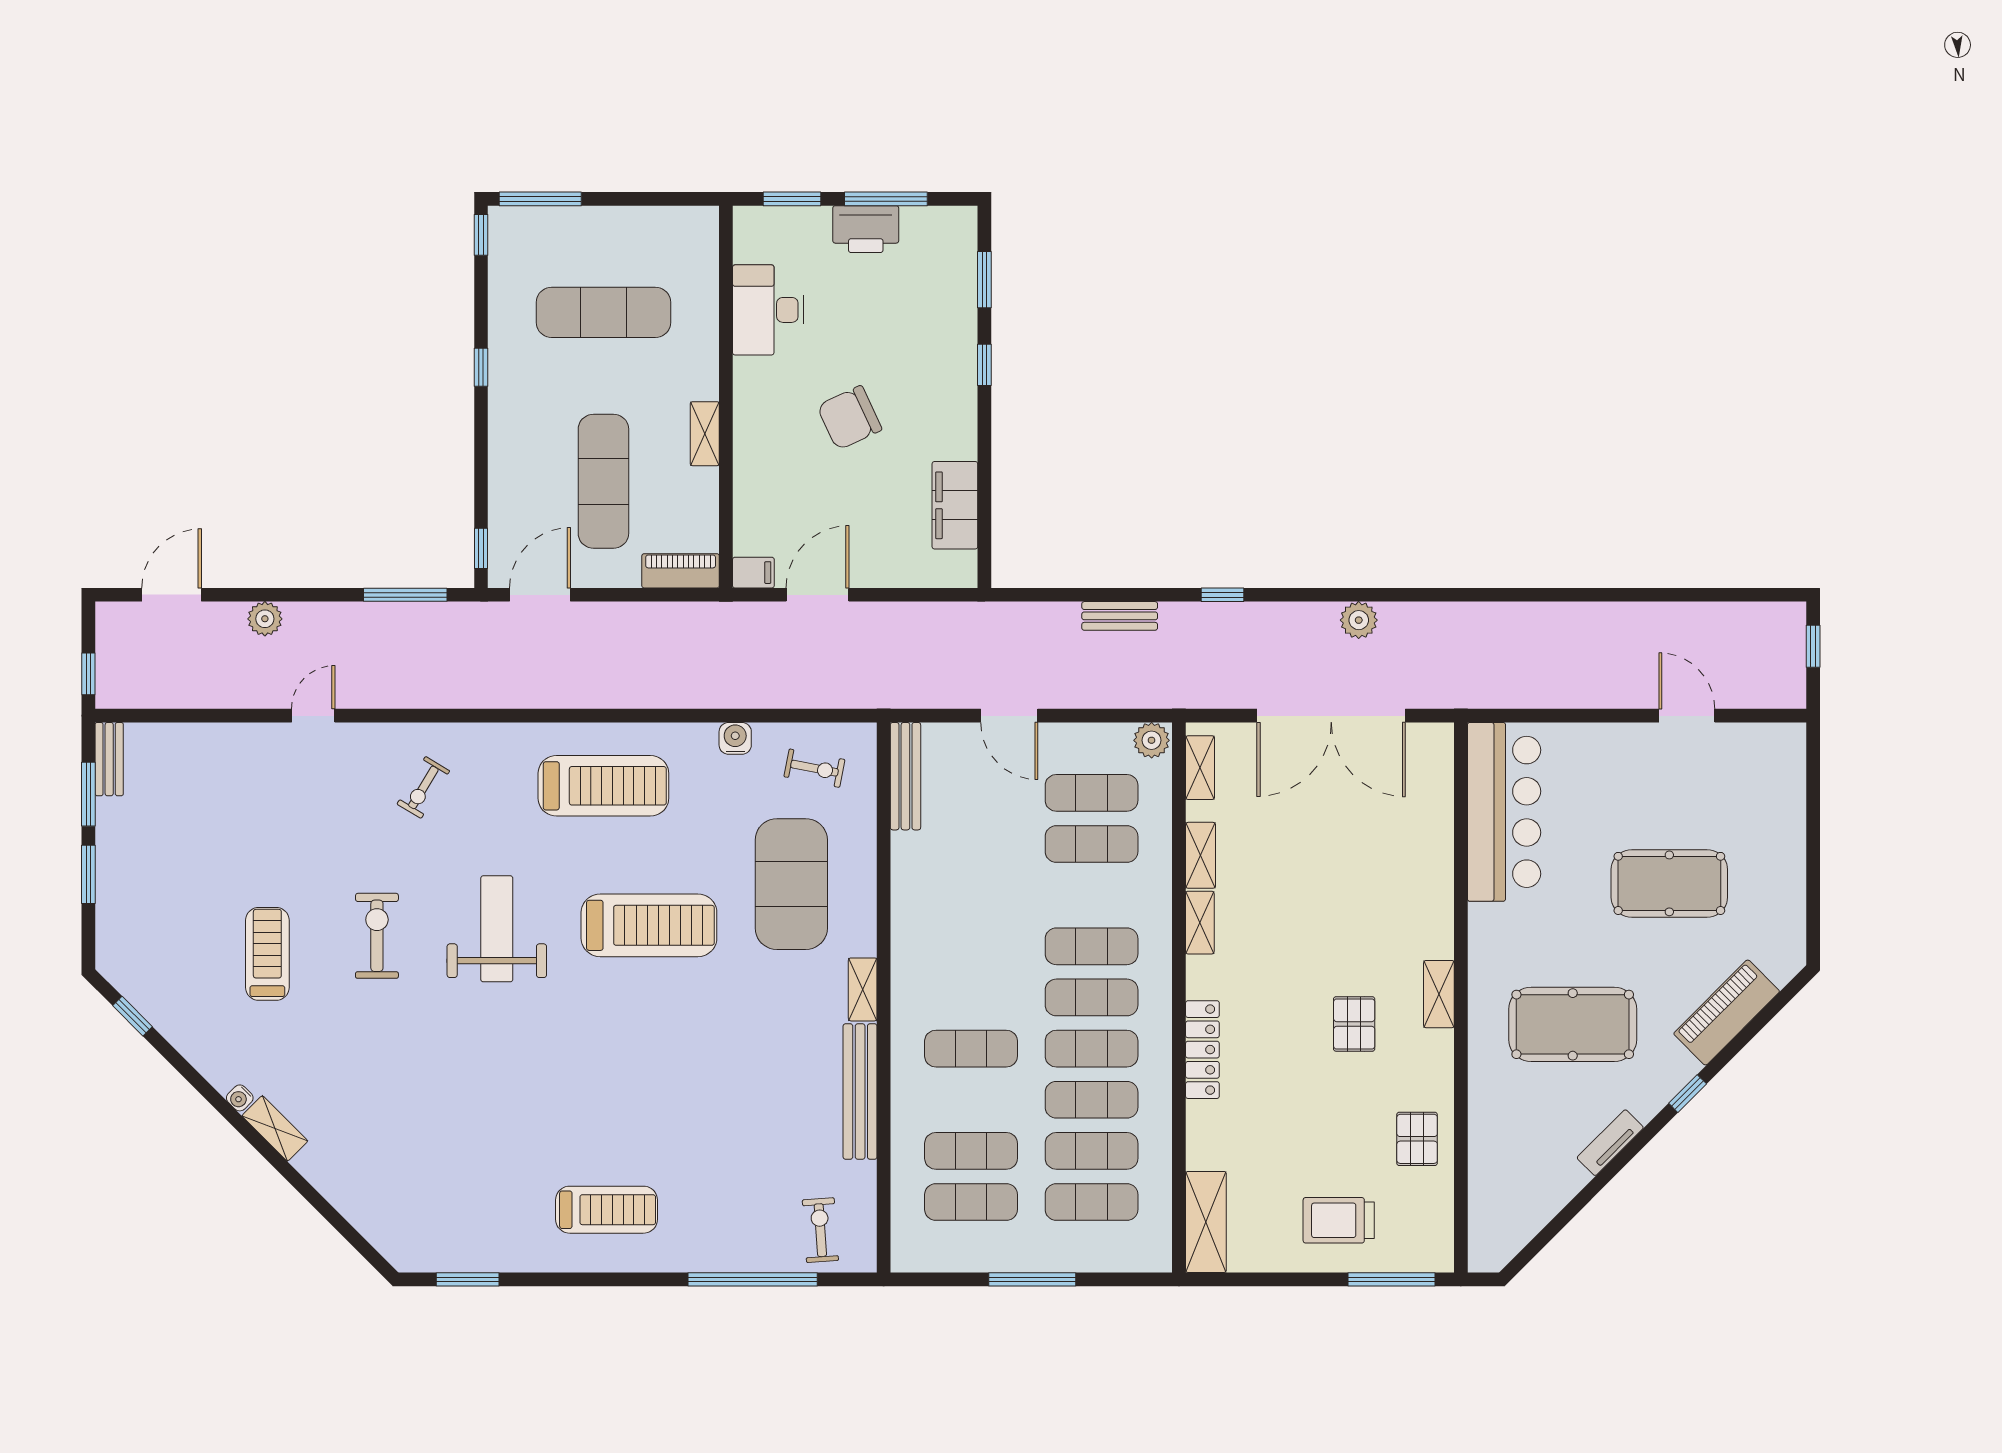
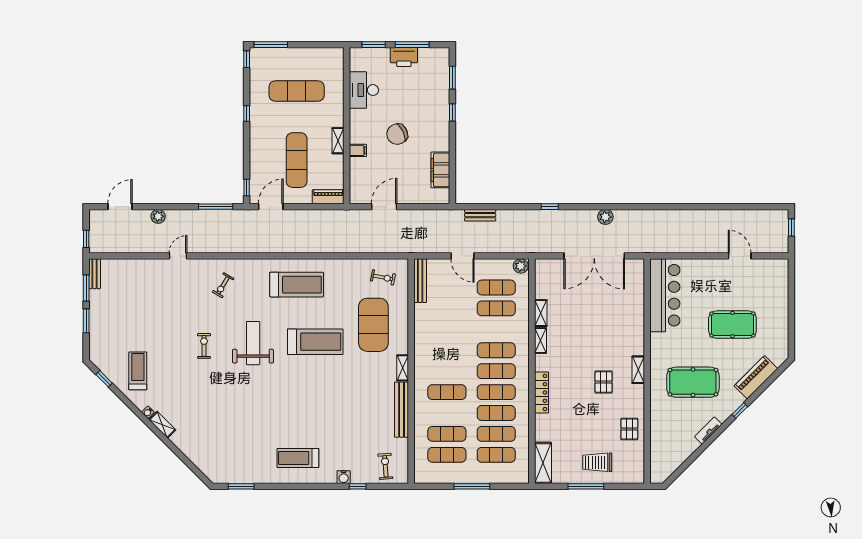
filing cabinet: (753, 573) -> (358, 150), moved
bench: (1120, 616) -> (480, 215), moved
water cooler: (735, 738) -> (344, 477), moved, turned 180
shelving: (1200, 768) -> (541, 277), removed
exercise bike: (377, 936) -> (204, 346), width x0.73, depth x0.72
treadmill: (267, 954) -> (138, 371), moved
treadmill: (607, 1210) -> (298, 458), turned 180
window: (753, 1279) -> (358, 486), width x0.32
window: (1391, 1279) -> (586, 486), moved

